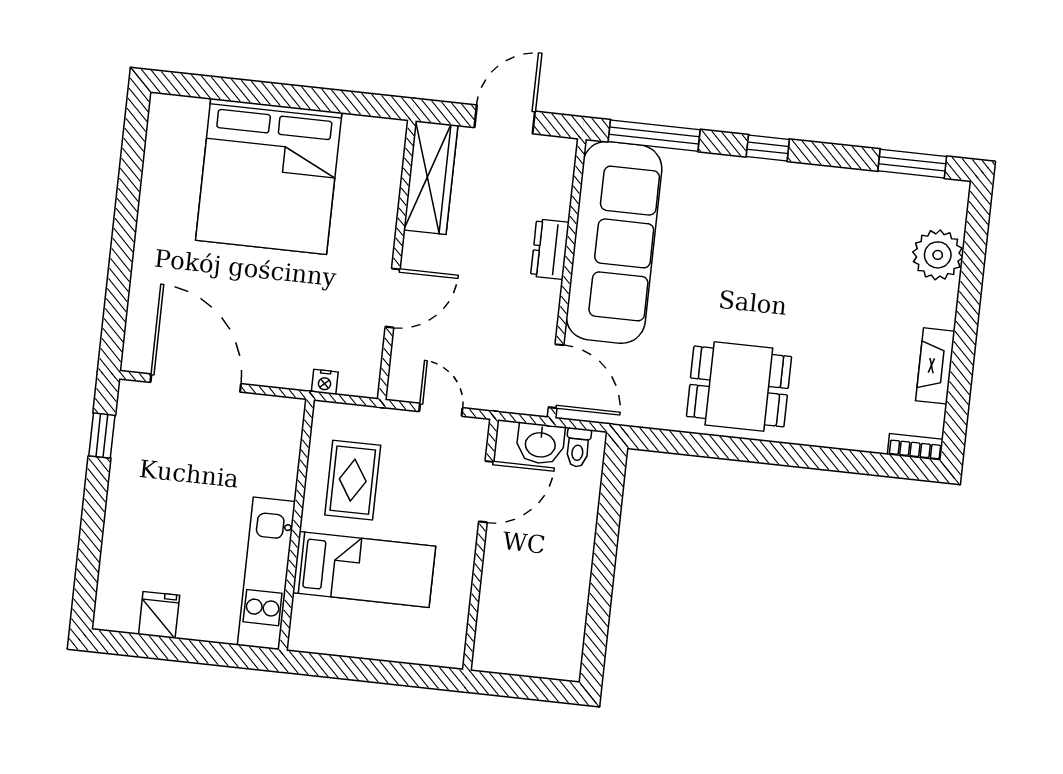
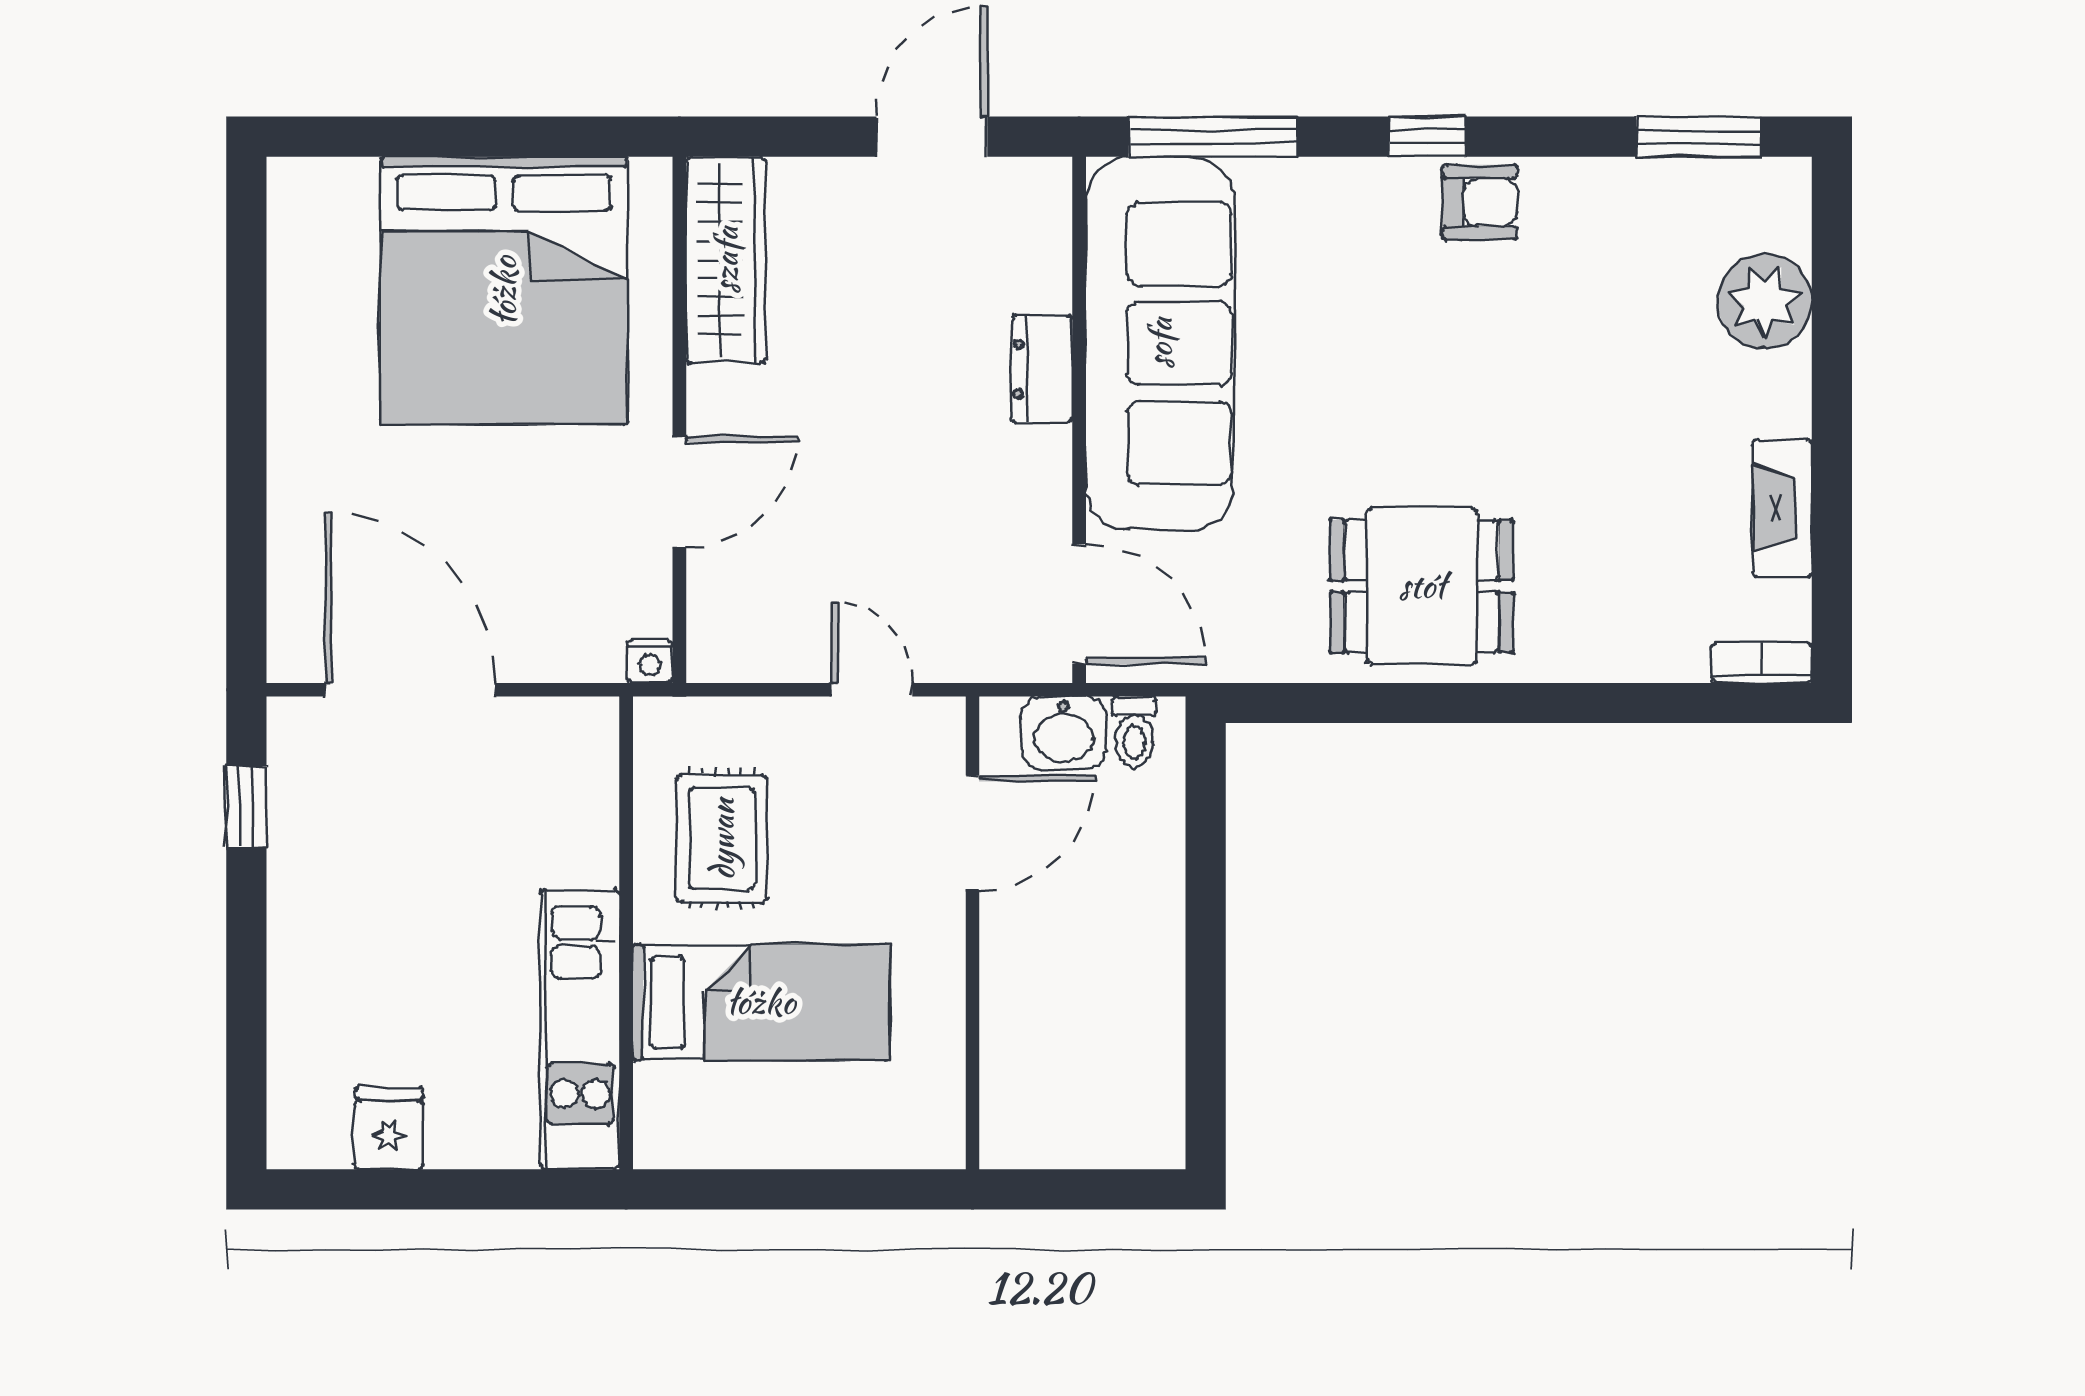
wardrobe: (431, 178) -> (726, 260), moved
armchair: (792, 186) -> (1480, 202), added
wall: (397, 260) -> (679, 420), moved
door: (393, 298) -> (679, 492), moved

